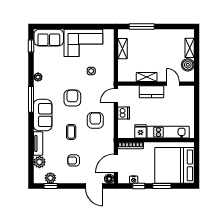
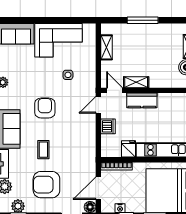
window: (142, 27) -> (143, 20), moved
door: (173, 84) -> (115, 90), moved
armchair: (95, 120) -> (73, 135), removed
armchair: (74, 160) -> (46, 185), width x1.88, depth x1.88

